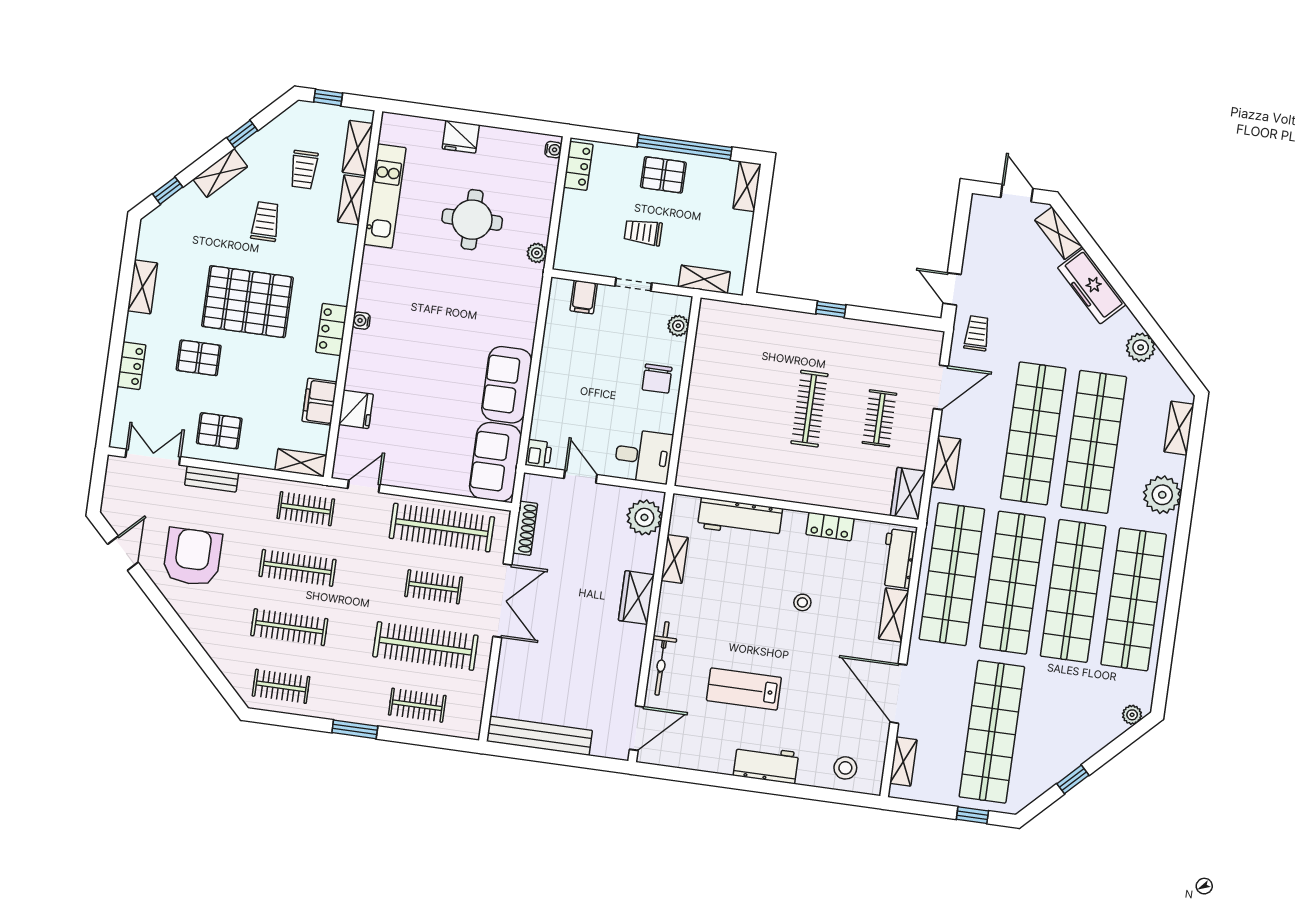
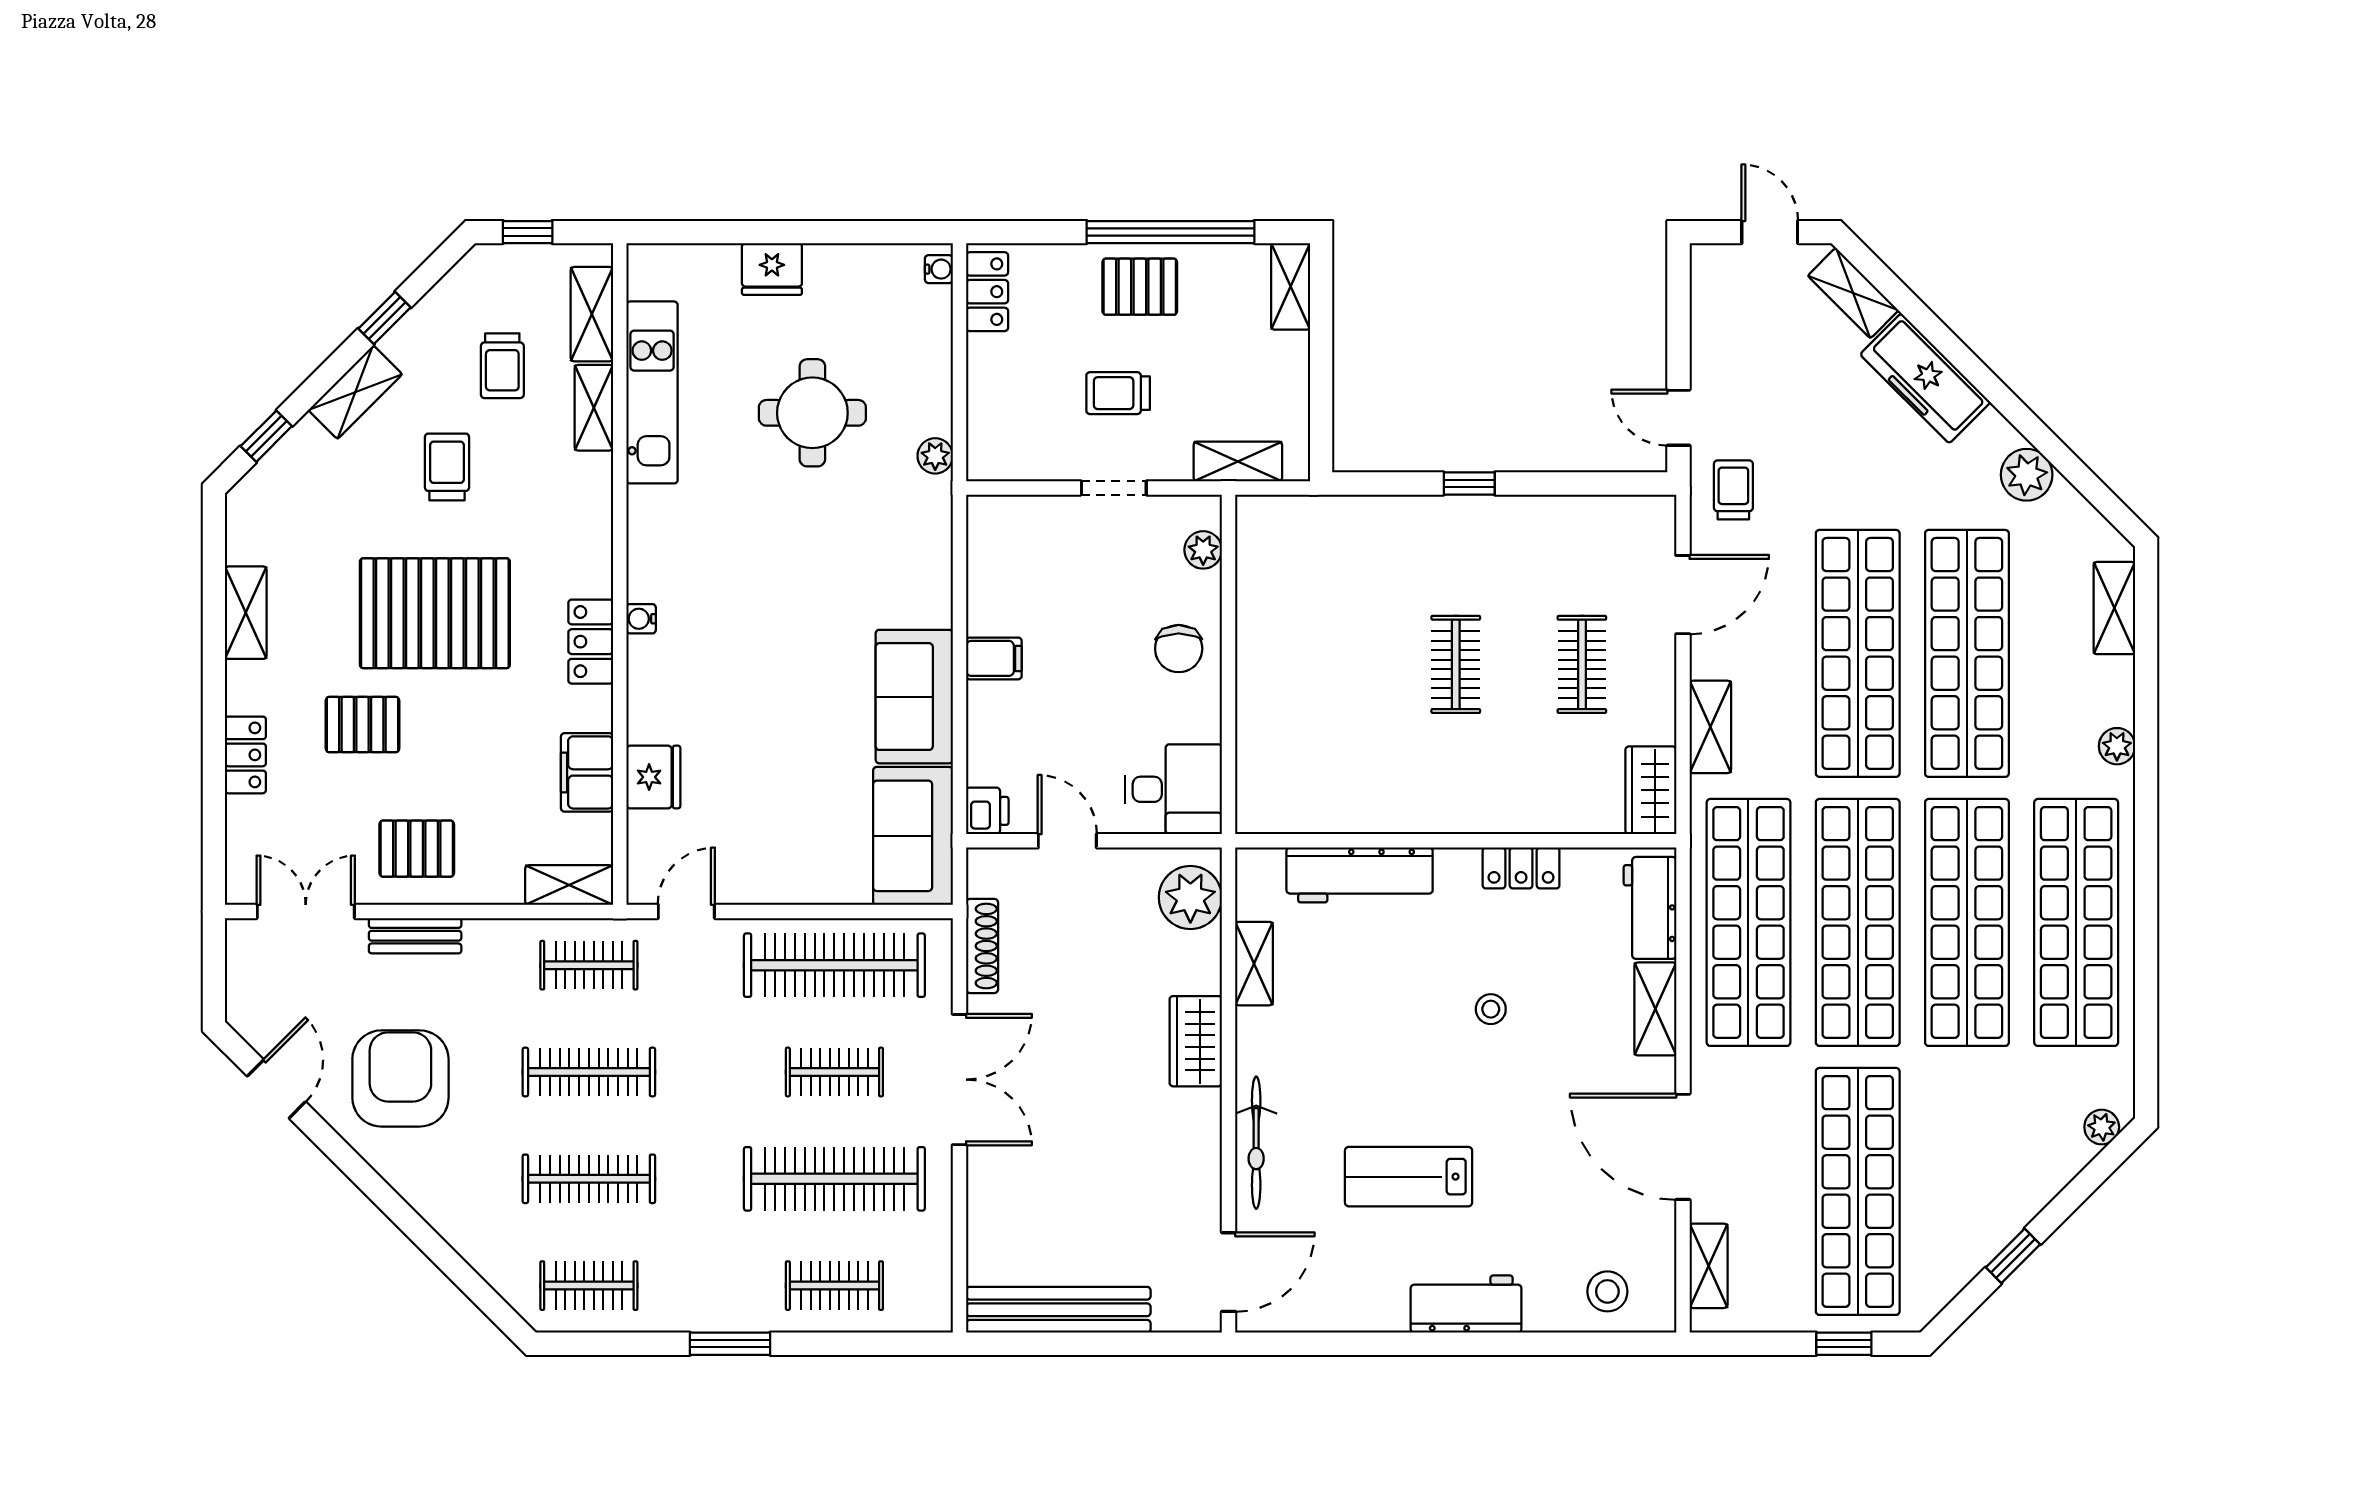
filing cabinet: (584, 297) -> (994, 658), moved, turned -90
clothes rail: (809, 409) -> (1456, 664), width x0.73
plant: (1162, 495) -> (2117, 746), width x0.53, depth x0.53

